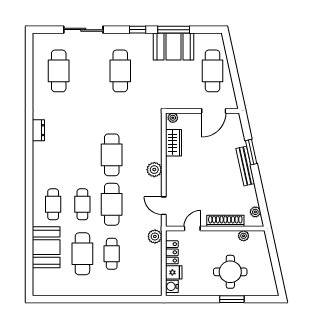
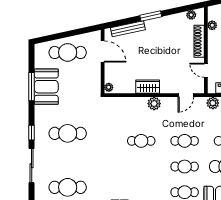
window: (138, 30) -> (32, 133), moved
wardrobe: (173, 143) -> (148, 87), moved
window: (251, 152) -> (151, 16), moved
cafe table: (112, 155) -> (141, 141), width x0.73, depth x0.74
bench: (245, 166) -> (128, 29), moved
cafe table: (112, 204) -> (185, 141), width x0.73, depth x0.74

